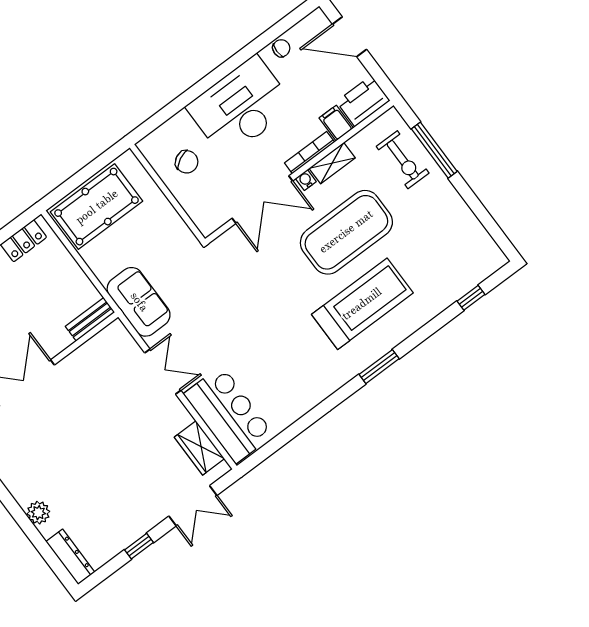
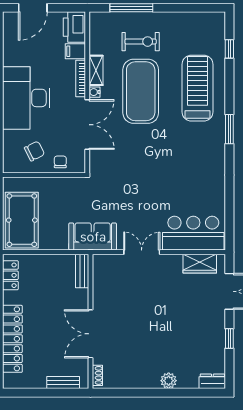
chair: (281, 48) -> (60, 162), moved
exercise bike: (403, 160) -> (141, 42), moved
treadmill: (362, 304) -> (198, 88), moved
dresser: (70, 557) -> (212, 381), width x0.70

